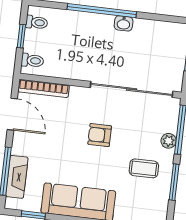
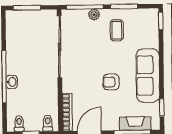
washbasin: (124, 23) -> (12, 82), moved
armchair: (100, 135) -> (111, 82), moved, turned 90

